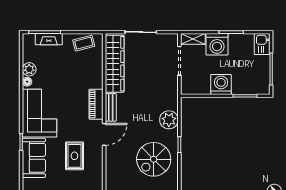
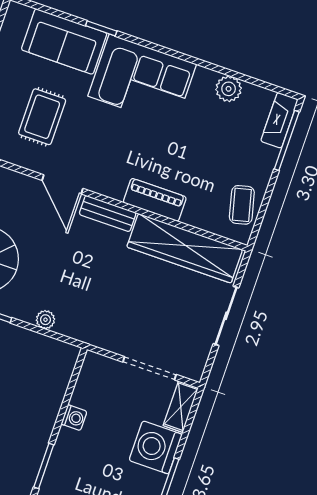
fireplace: (49, 39) -> (279, 120), moved
floor lamp: (27, 82) -> (207, 77), removed
washing machine: (221, 84) -> (74, 418), width x0.53, depth x0.53
piano: (96, 104) -> (155, 200), moved
plant: (169, 120) -> (45, 320), width x0.53, depth x0.53
rug: (74, 156) -> (42, 117), turned 90

